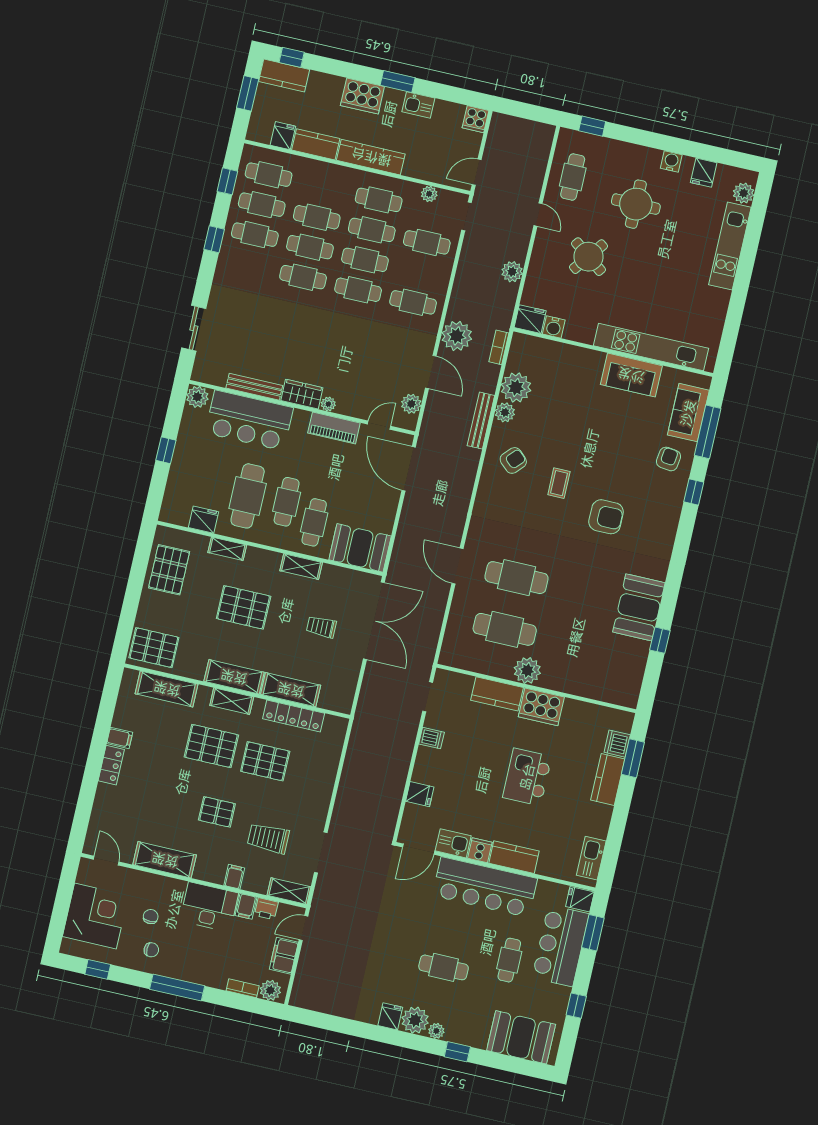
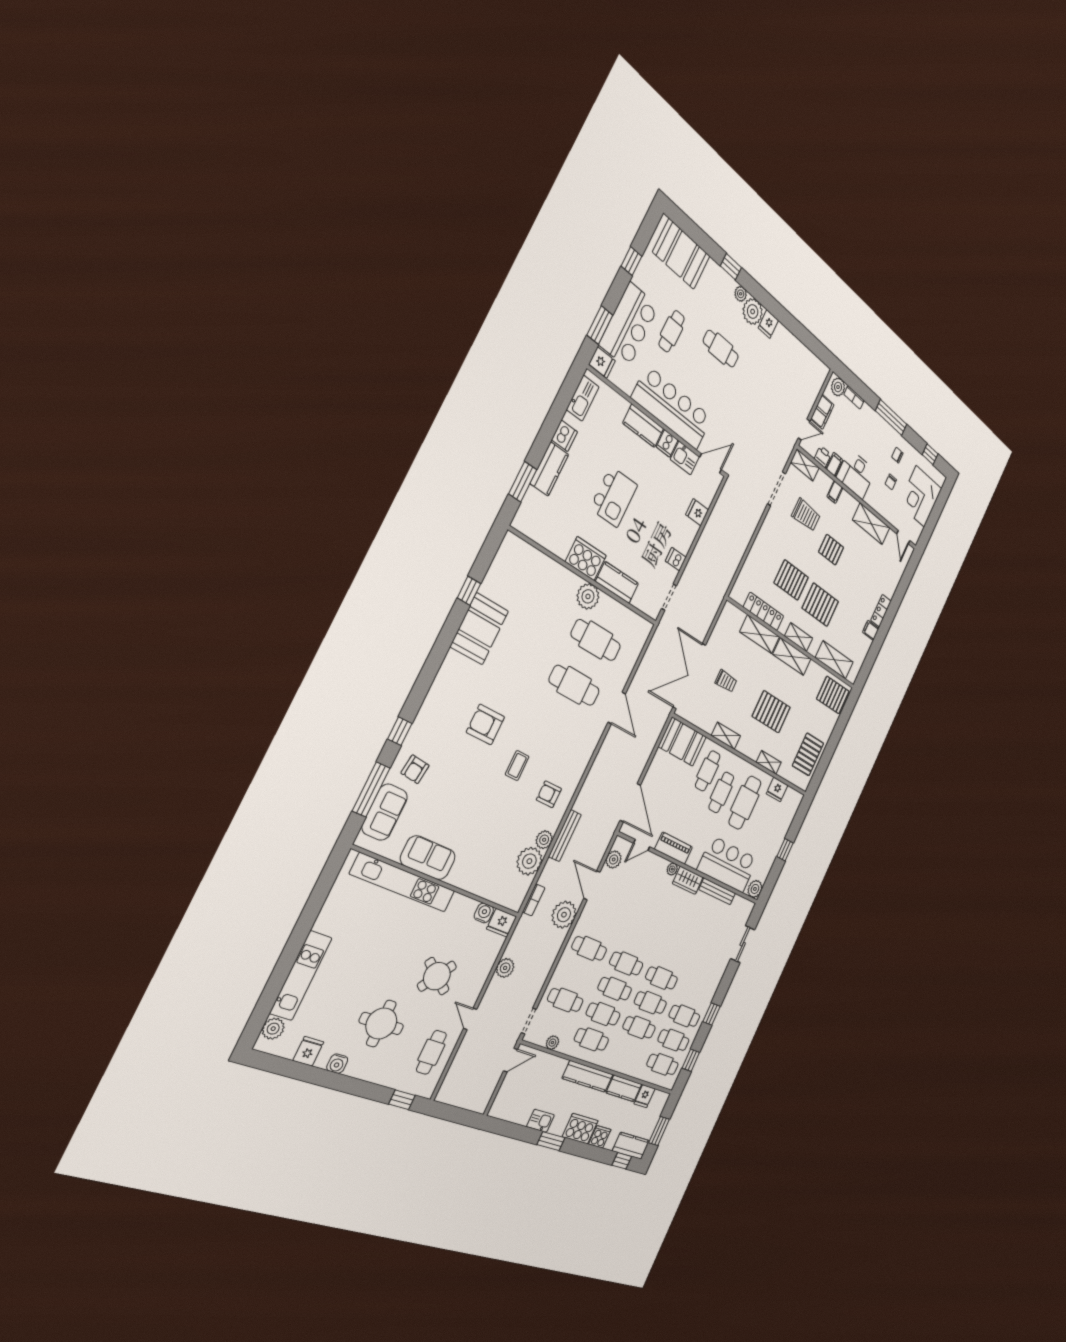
cooker: (475, 119) -> (600, 1137), moved
armchair: (513, 460) -> (549, 794), turned 47
dishwasher: (617, 744) -> (564, 436), moved

